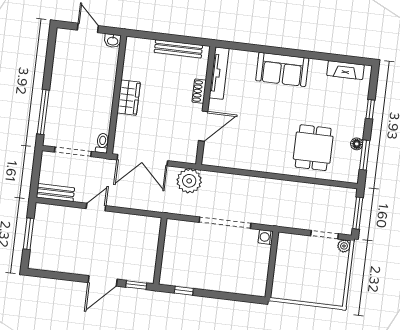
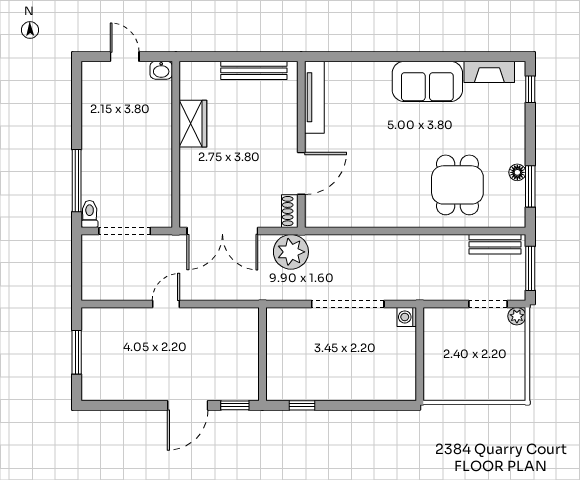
sofa: (282, 69) -> (427, 81), moved
shoe rack: (199, 91) -> (290, 211), moved
wardrobe: (129, 98) -> (193, 124), moved
window: (370, 109) -> (530, 89), moved
toilet: (102, 143) -> (90, 214), moved
bench: (55, 193) -> (495, 244), moved

